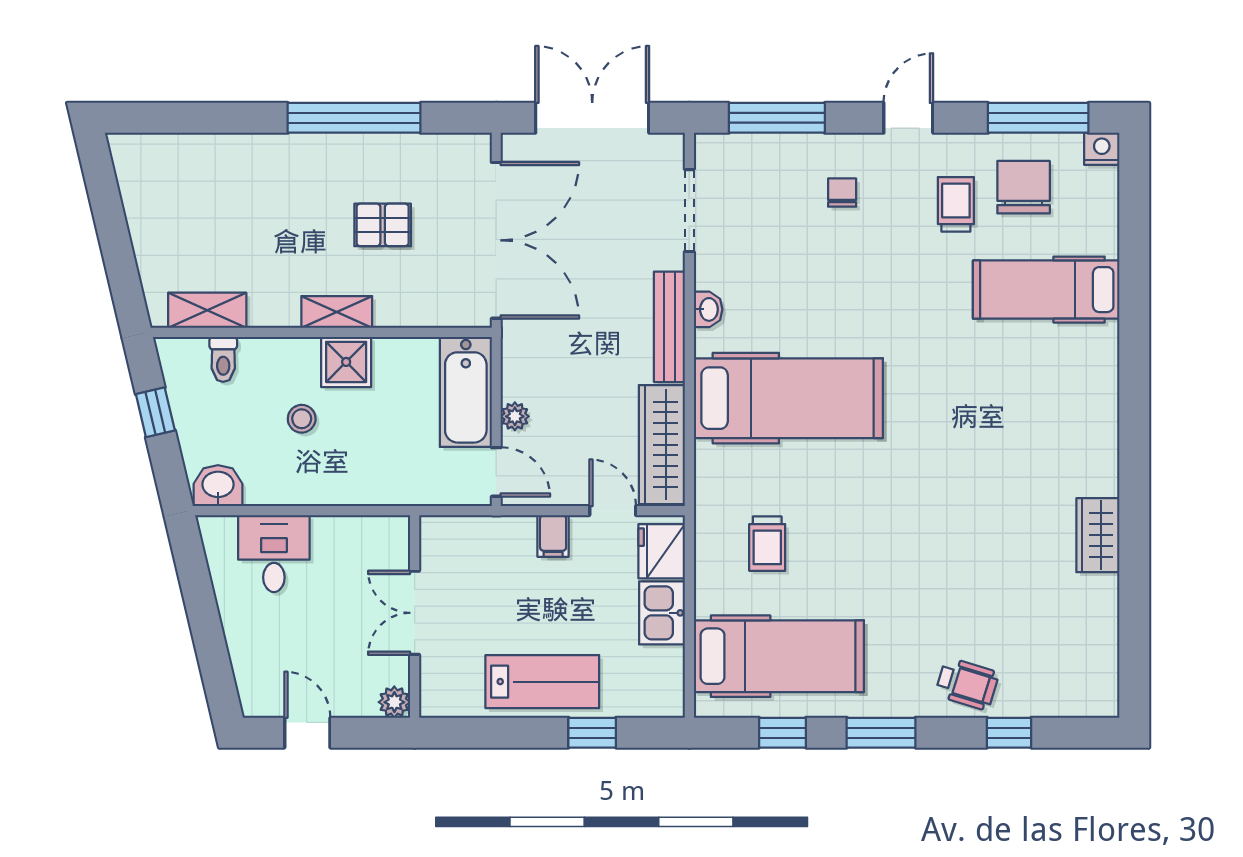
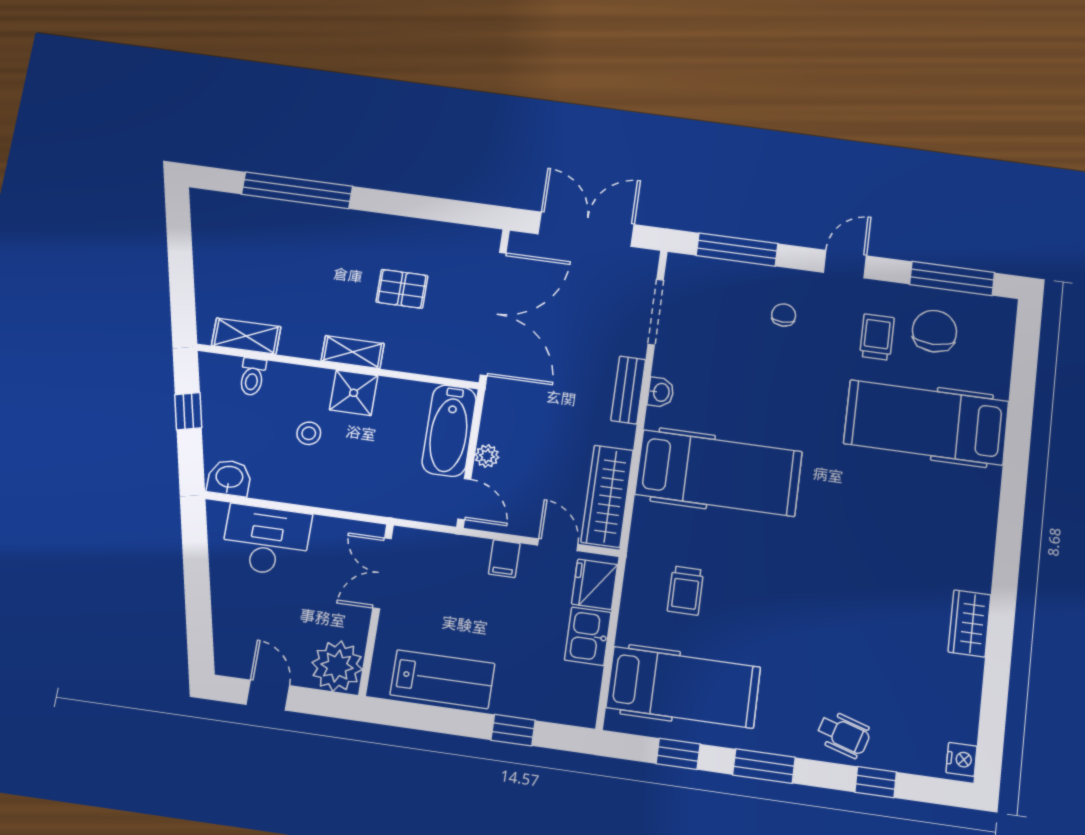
window: (354, 118) -> (297, 190), moved
nightstand: (1102, 149) -> (961, 759), moved, turned 90
hospital bed: (1046, 290) -> (926, 422), width x1.37, depth x1.29
bench: (669, 327) -> (628, 390), width x0.73
desk: (274, 554) -> (266, 540), width x1.37
double door: (415, 613) -> (382, 573), moved
lab bench: (542, 682) -> (442, 679), moved
plant: (394, 702) -> (337, 666), width x1.87, depth x1.87

